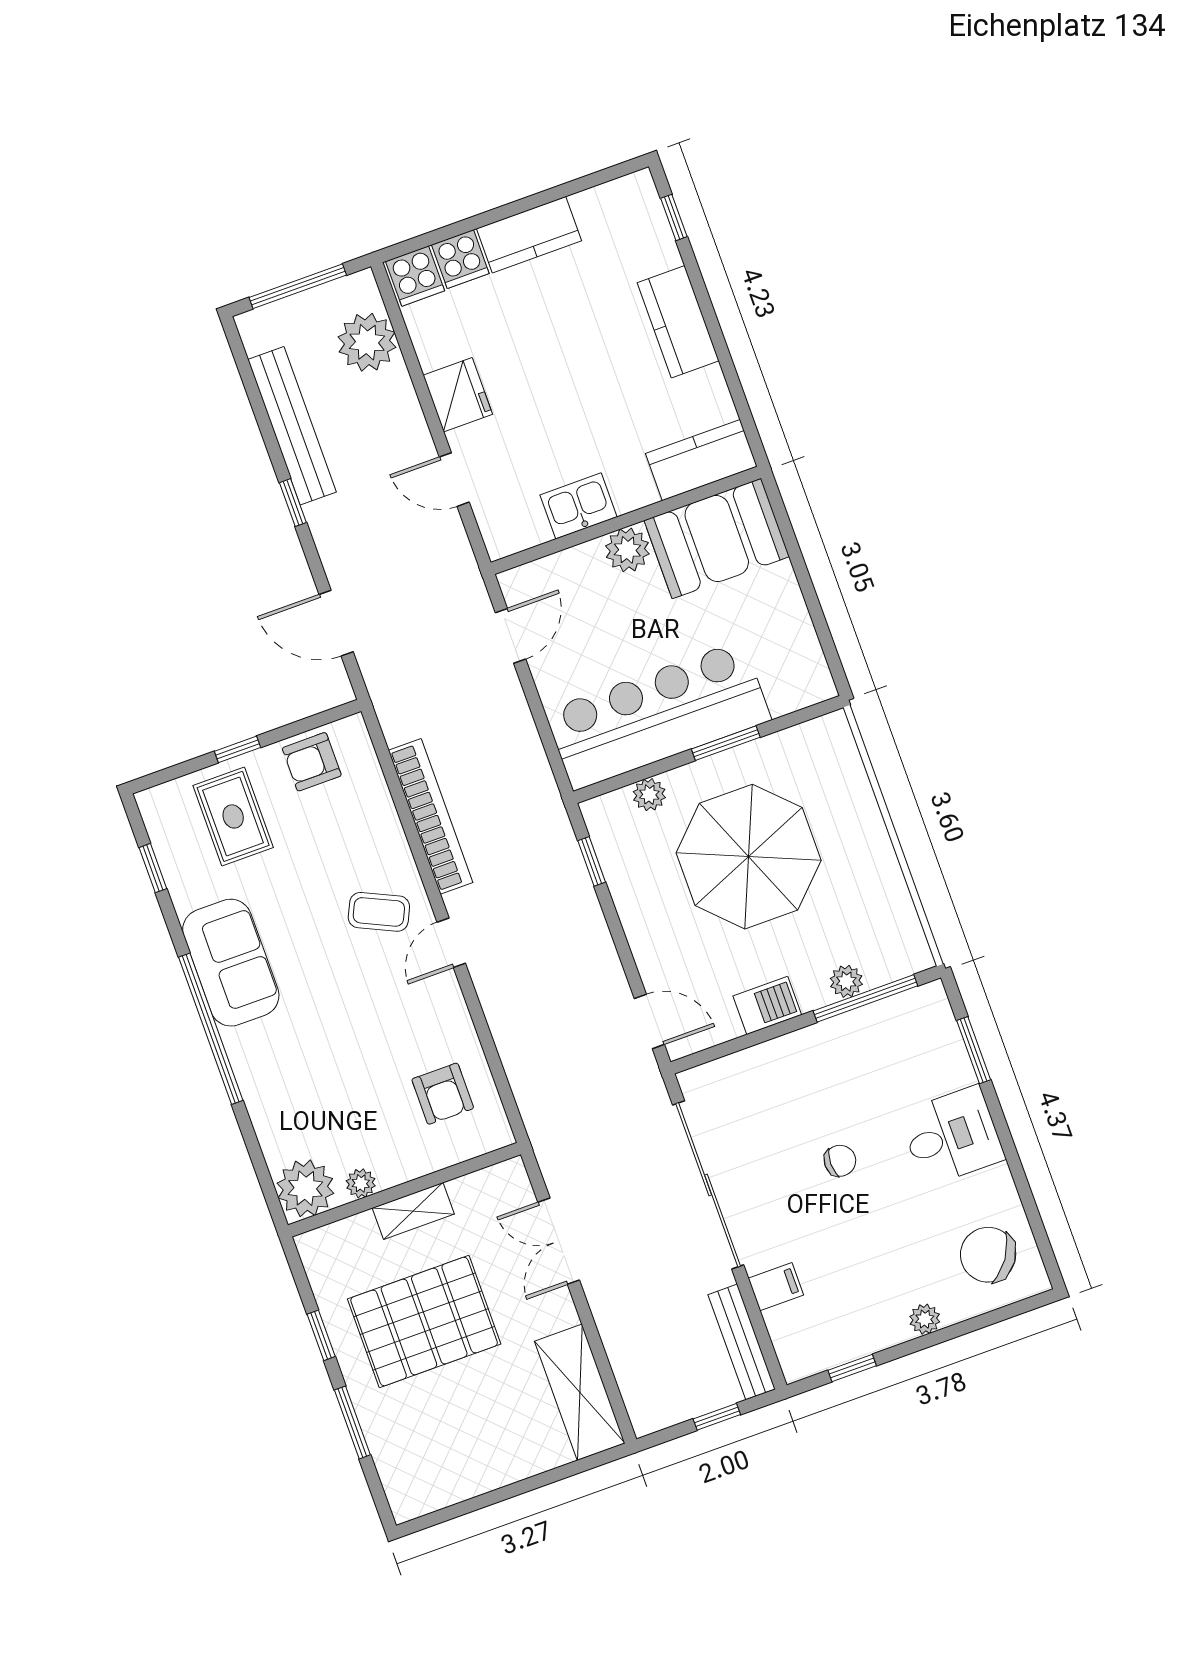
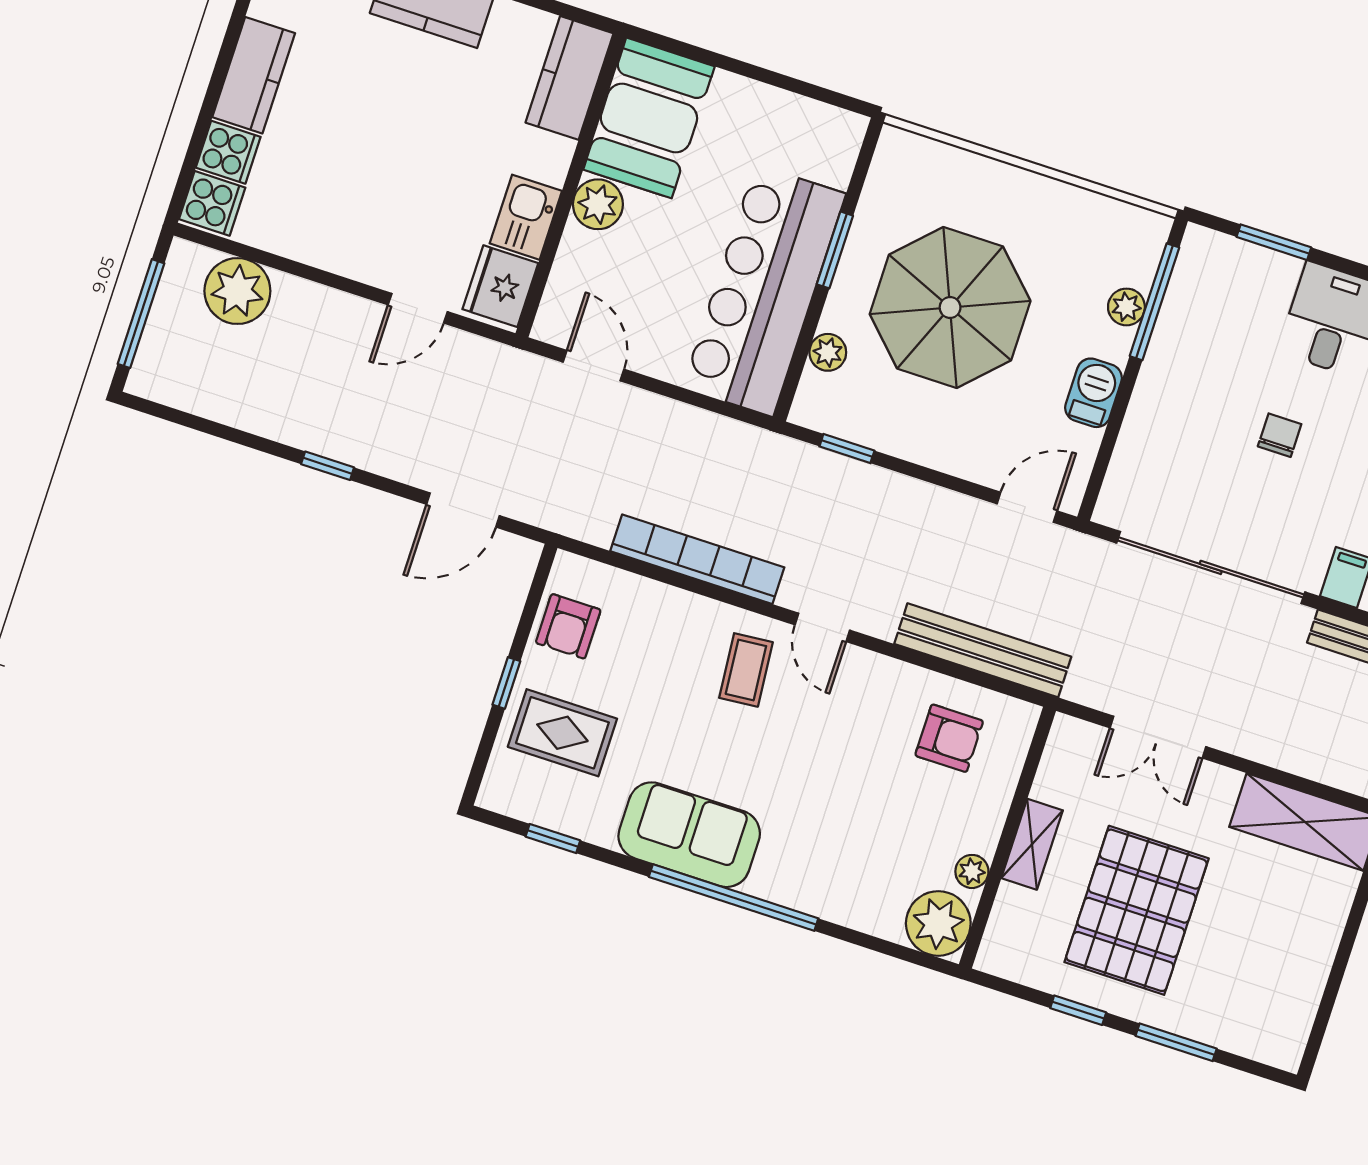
fridge: (458, 395) -> (500, 286), moved, turned -90
bench: (292, 426) -> (983, 650), moved
coffee table: (379, 912) -> (746, 670), turned -30

